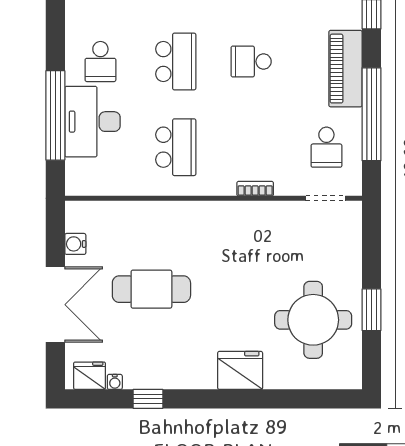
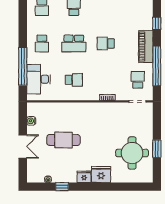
school desk: (176, 61) -> (74, 43), turned 90
desk: (93, 122) -> (38, 79), moved
school desk: (176, 147) -> (74, 80), width x0.54
school desk: (326, 147) -> (138, 80), turned 180
double door: (55, 305) -> (23, 147), width x0.73
fridge: (90, 376) -> (84, 177), moved

